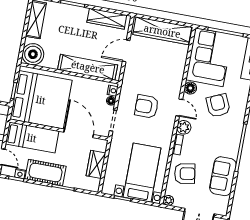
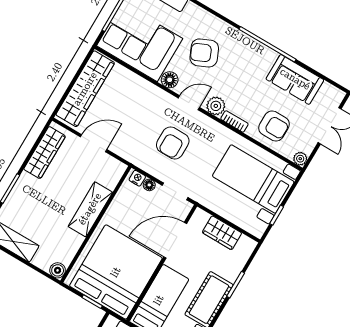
door: (126, 51) -> (94, 143), swing flipped
boiler: (33, 54) -> (58, 270), width x0.54, depth x0.54
shelving: (88, 67) -> (90, 209), width x0.68
armchair: (185, 174) -> (274, 126), turned 99

